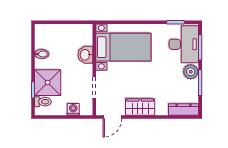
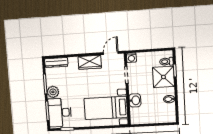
washing machine: (73, 109) -> (131, 58), moved

